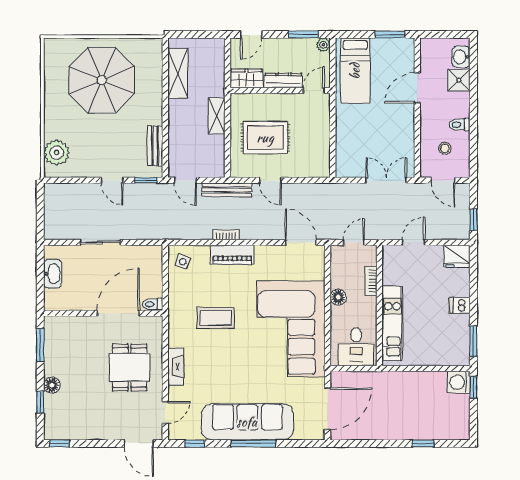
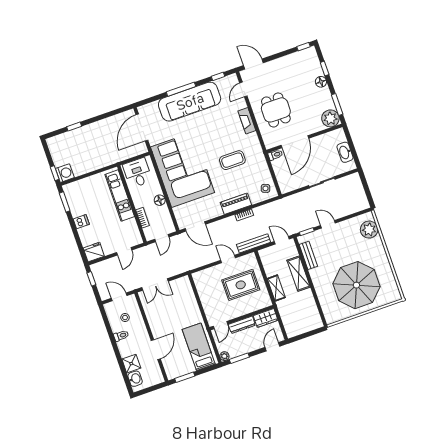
shelving: (178, 73) -> (299, 274), moved
plant: (57, 329) -> (330, 118), added

